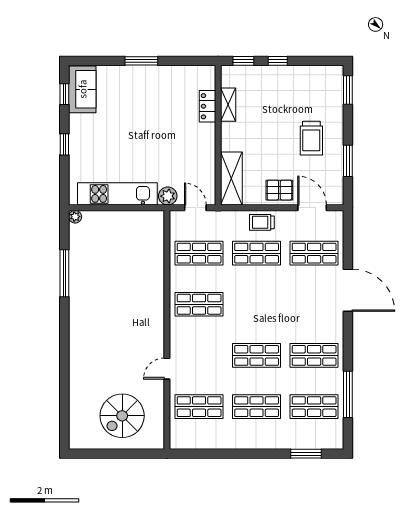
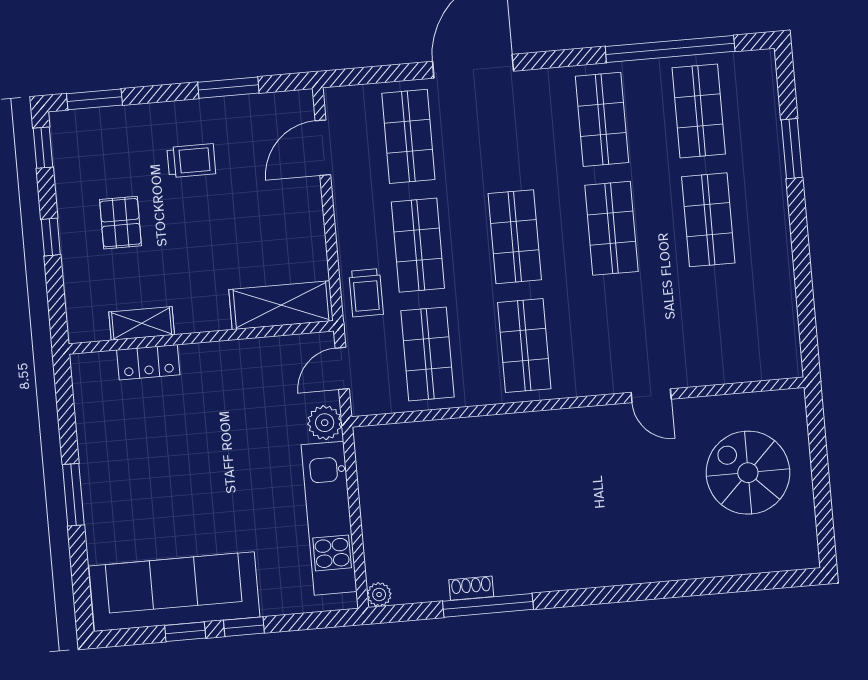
window: (243, 61) -> (43, 148), moved
sofa: (82, 89) -> (174, 592), width x1.85, depth x1.27
window: (64, 94) -> (185, 632), moved
trolley: (311, 138) -> (191, 161), width x0.73, depth x0.72
pallet: (279, 190) -> (121, 223), moved
trolley: (262, 222) -> (366, 293), moved
shoe rack: (74, 265) -> (471, 588), added
window: (348, 394) -> (670, 49), width x1.46
shop shelf: (199, 407) -> (515, 237), moved
spiral stairs: (122, 416) -> (748, 473), turned 180
window: (306, 454) -> (792, 149), moved

